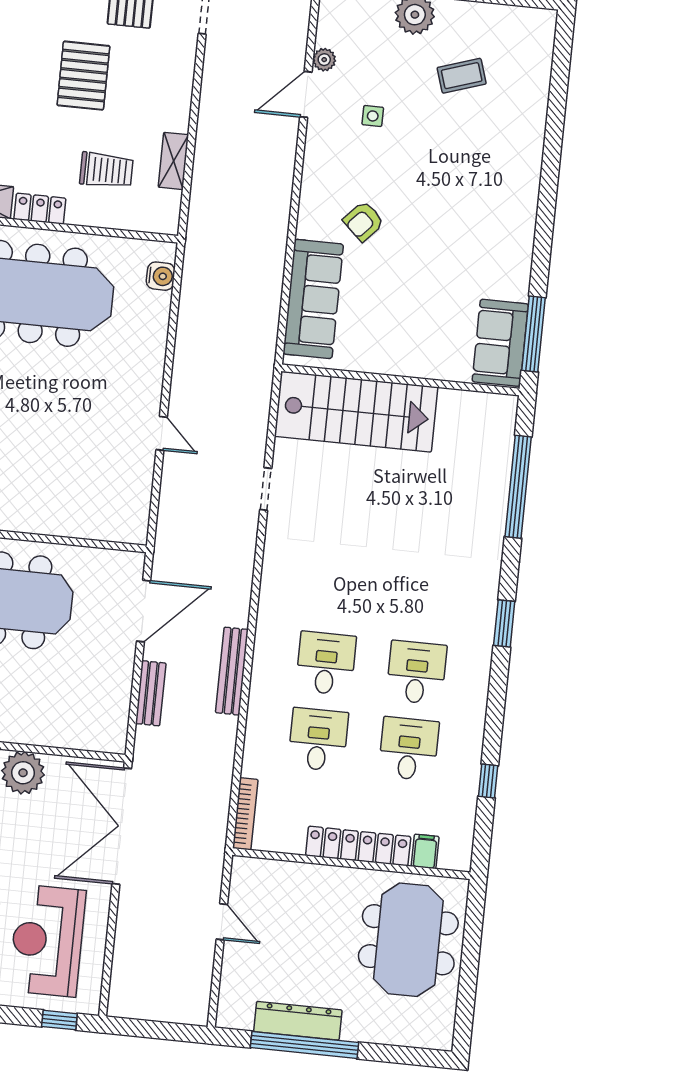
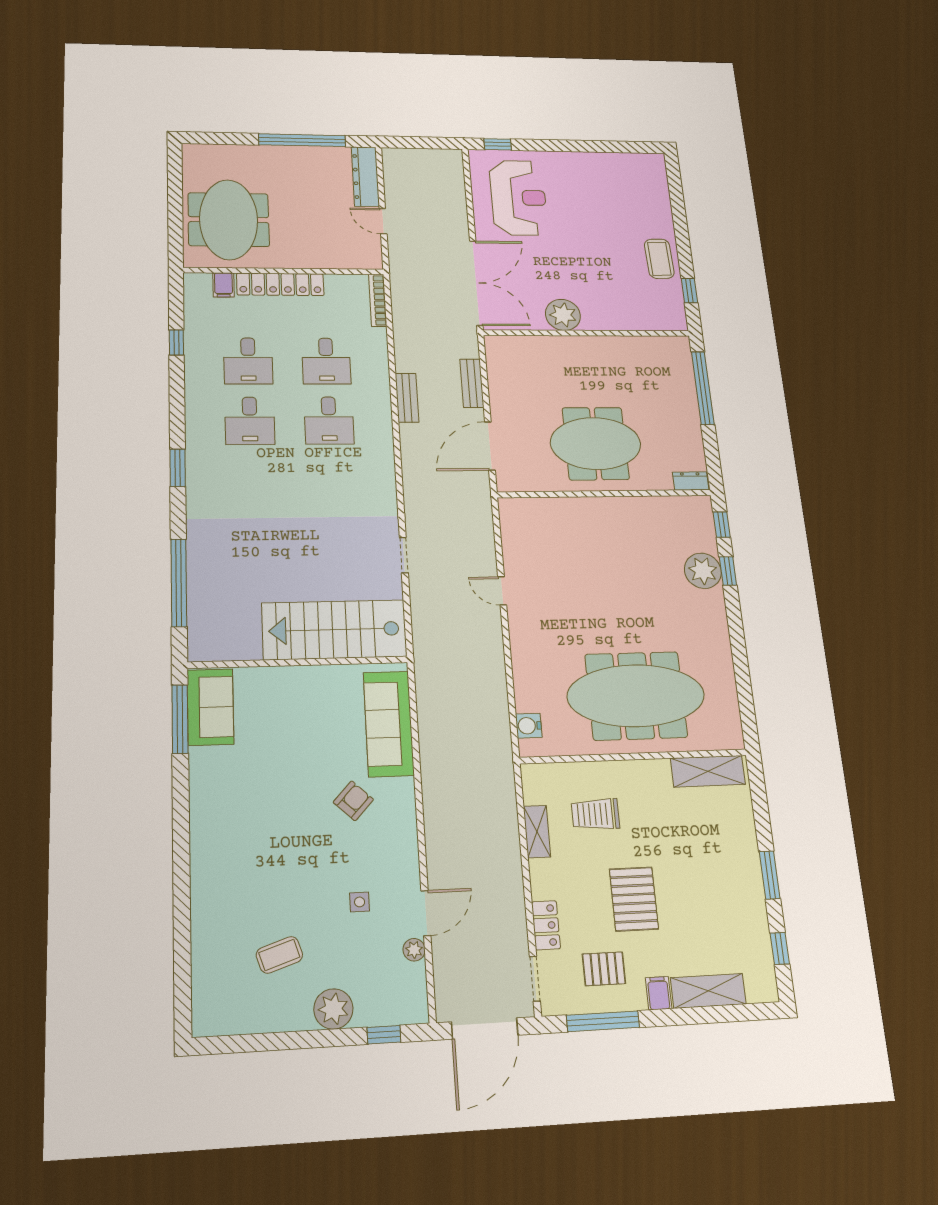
locker: (40, 209) -> (546, 925), moved, turned -90
bench: (232, 671) -> (407, 398), width x0.73
dresser: (298, 1021) -> (365, 177), moved, turned 90

